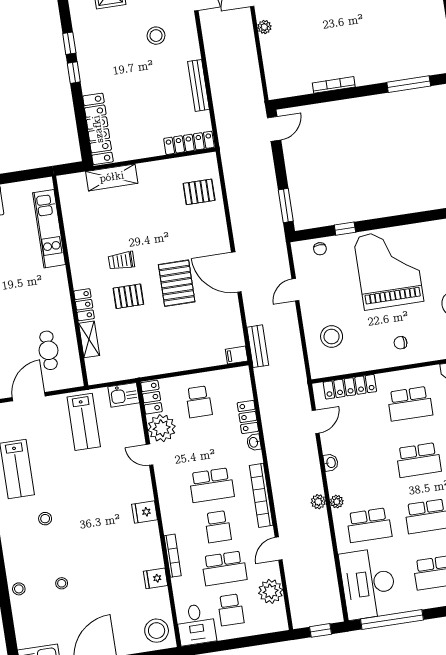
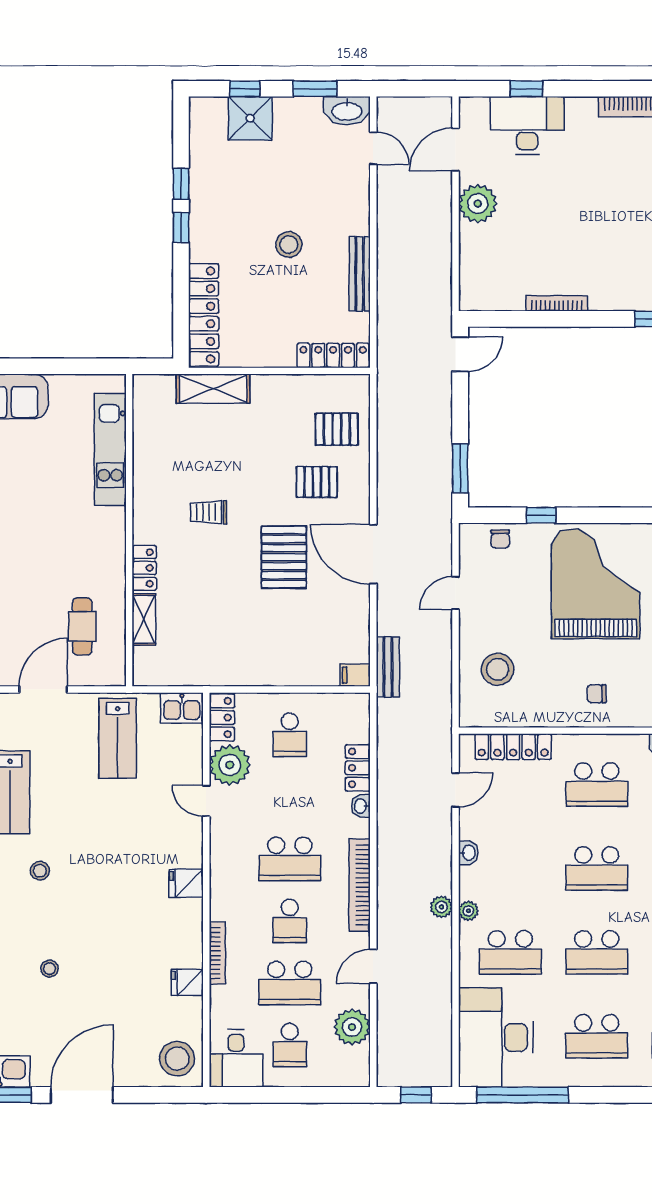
plant: (264, 27) -> (478, 204), width x1.88, depth x1.88
stool: (156, 36) -> (289, 244), moved
pallet: (128, 296) -> (317, 482), moved

